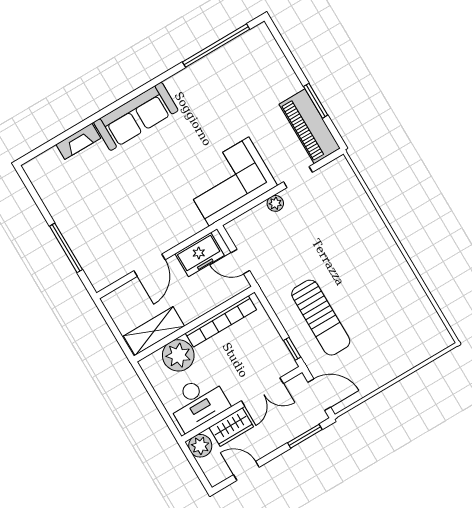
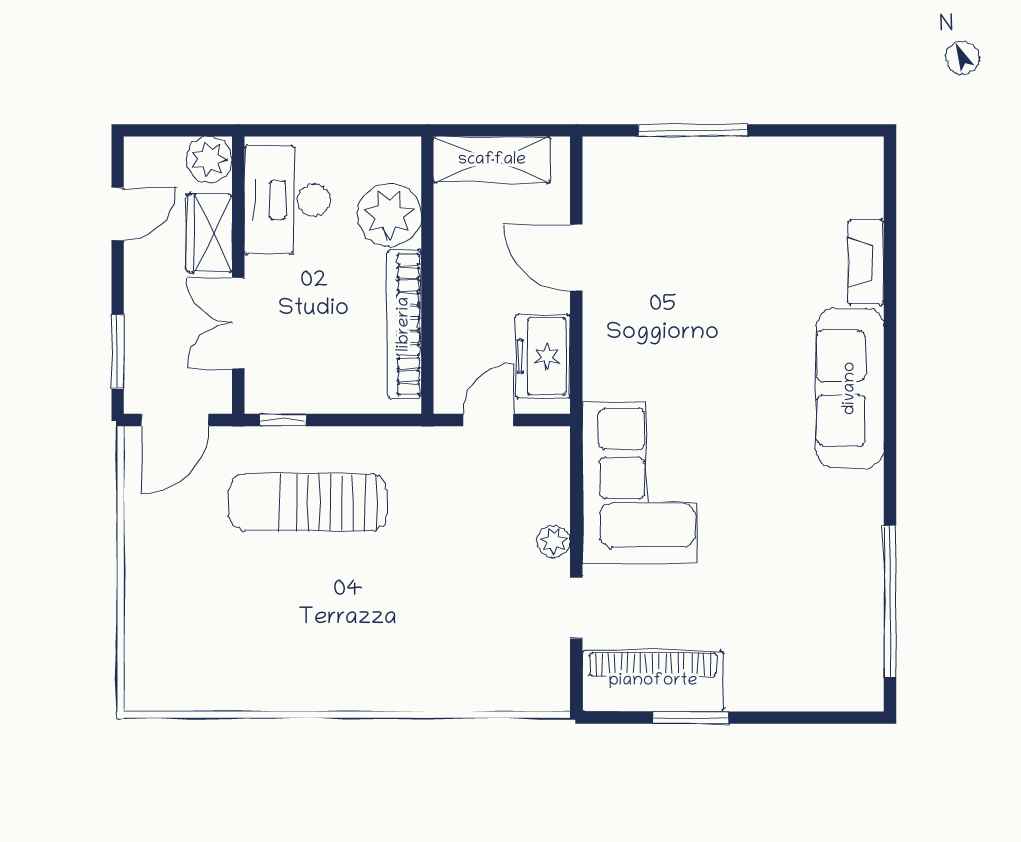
shelving: (154, 331) -> (492, 160), moved, turned 90

